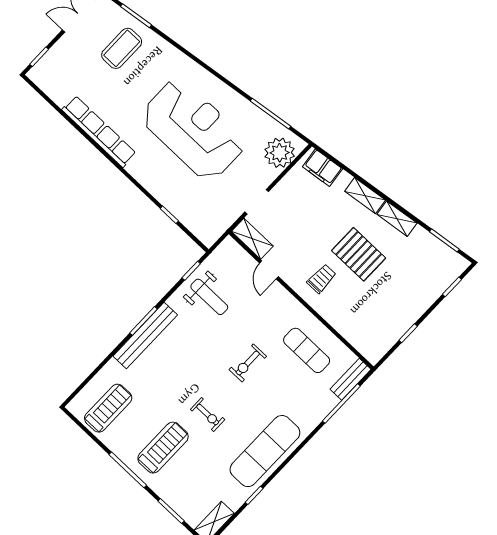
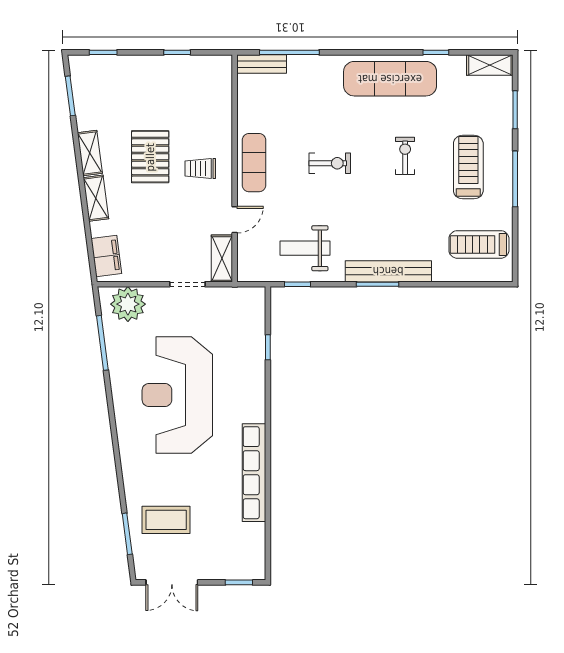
weight bench: (209, 297) -> (305, 248), turned -90
exercise mat: (307, 350) -> (254, 163), moved
treadmill: (163, 448) -> (468, 167), turned 90

